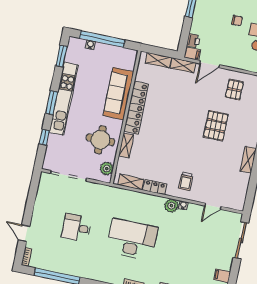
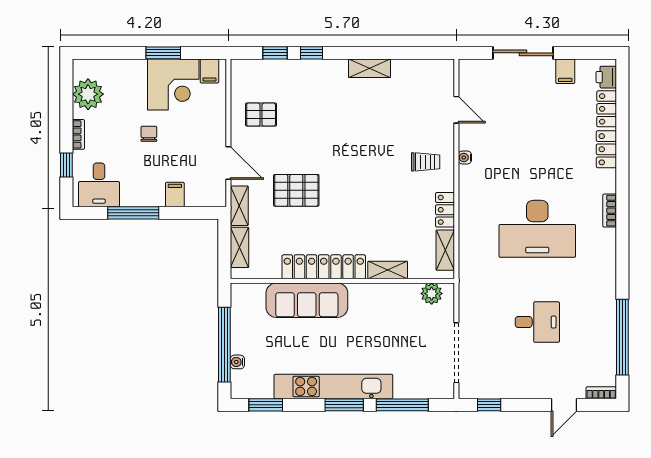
printer: (193, 41) -> (196, 197), removed
filing cabinet: (192, 54) -> (175, 195), moved
pallet: (216, 126) -> (296, 190), moved
window: (44, 137) -> (402, 405), width x2.17
round table: (100, 140) -> (387, 313), removed
window: (33, 189) -> (489, 405), added
plant: (171, 206) -> (469, 177), removed
desk: (77, 228) -> (537, 322), turned -90
desk: (132, 239) -> (537, 229), turned -90
sliding door: (241, 240) -> (523, 53), moved

